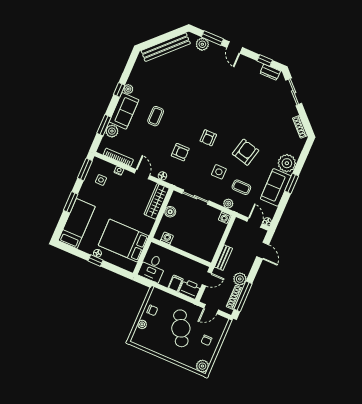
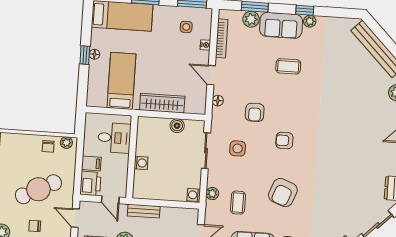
armchair: (246, 152) -> (283, 193), turned 97
side table: (219, 172) -> (238, 148), moved
door: (142, 174) -> (211, 75), swing flipped
wardrobe: (157, 201) -> (162, 103), moved
washing machine: (167, 238) -> (141, 163), moved
bed: (124, 241) -> (121, 81), width x0.67
desk: (152, 268) -> (114, 138), moved, turned 180
plant: (142, 324) -> (66, 143), moved

